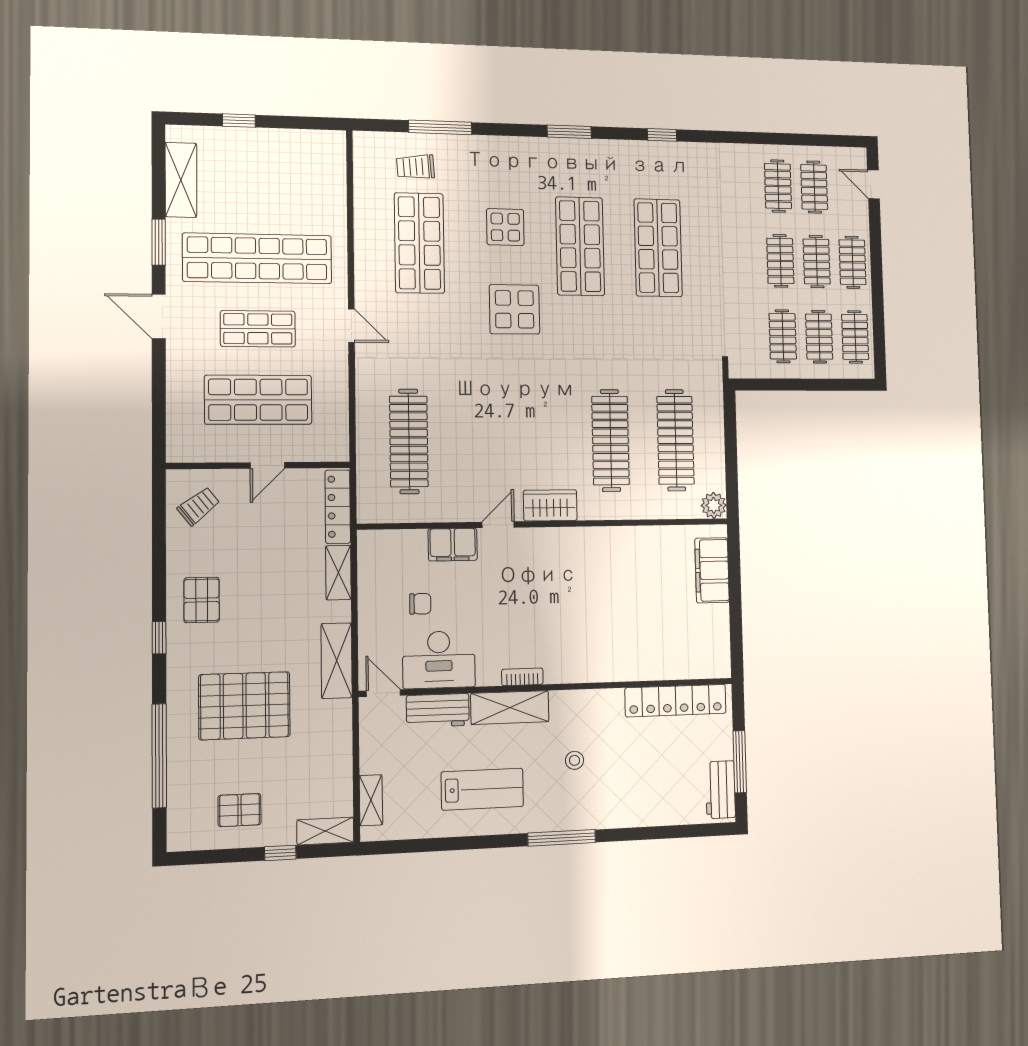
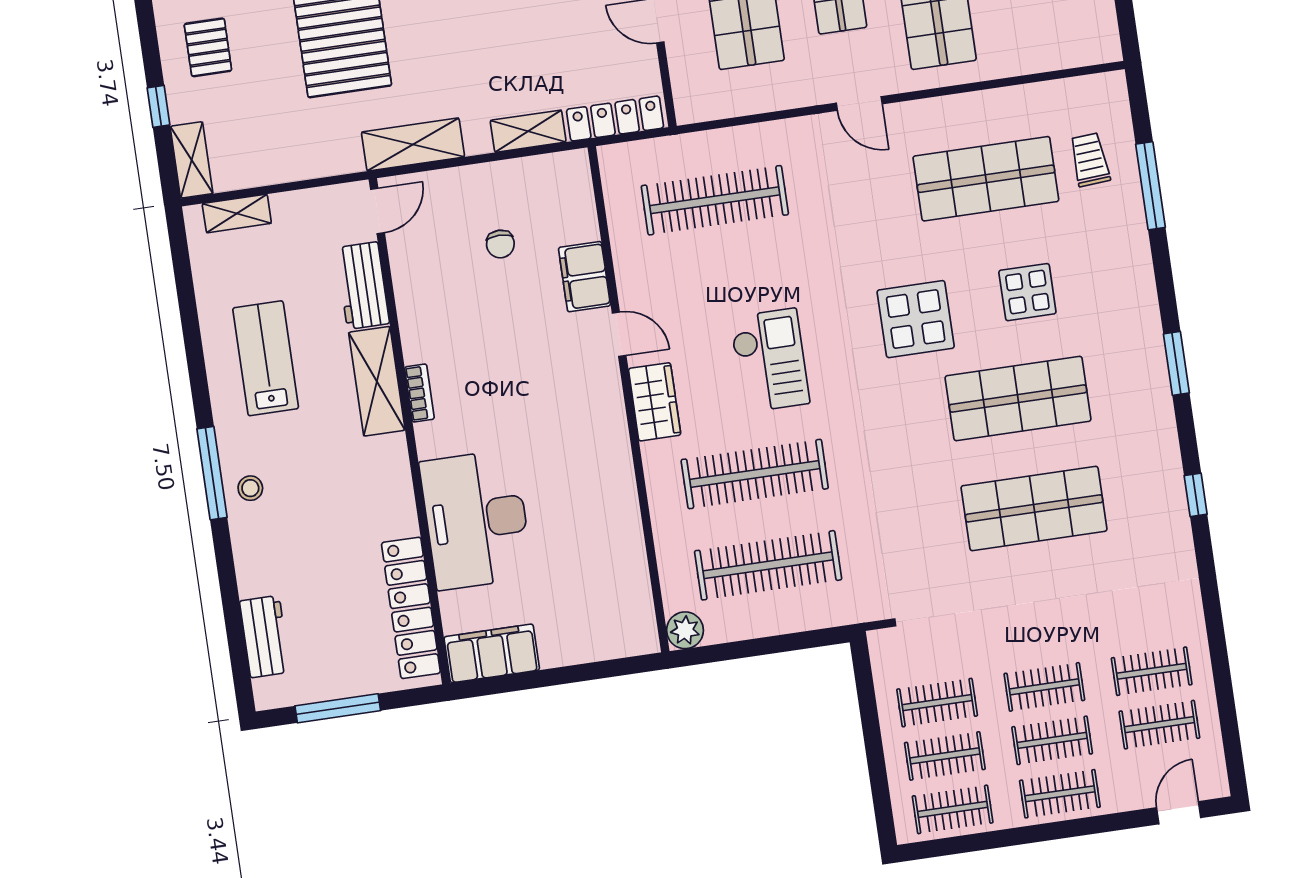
door: (351, 326) -> (859, 104), hinge flipped
checkout: (531, 418) -> (770, 360), added
filing cabinet: (712, 570) -> (492, 653), moved
desk: (439, 660) -> (476, 520), moved, width x1.36, depth x1.30
stool: (575, 760) -> (250, 488), moved
lab bench: (482, 789) -> (266, 358), turned 180
workbench: (720, 790) -> (265, 637), moved, turned 90

